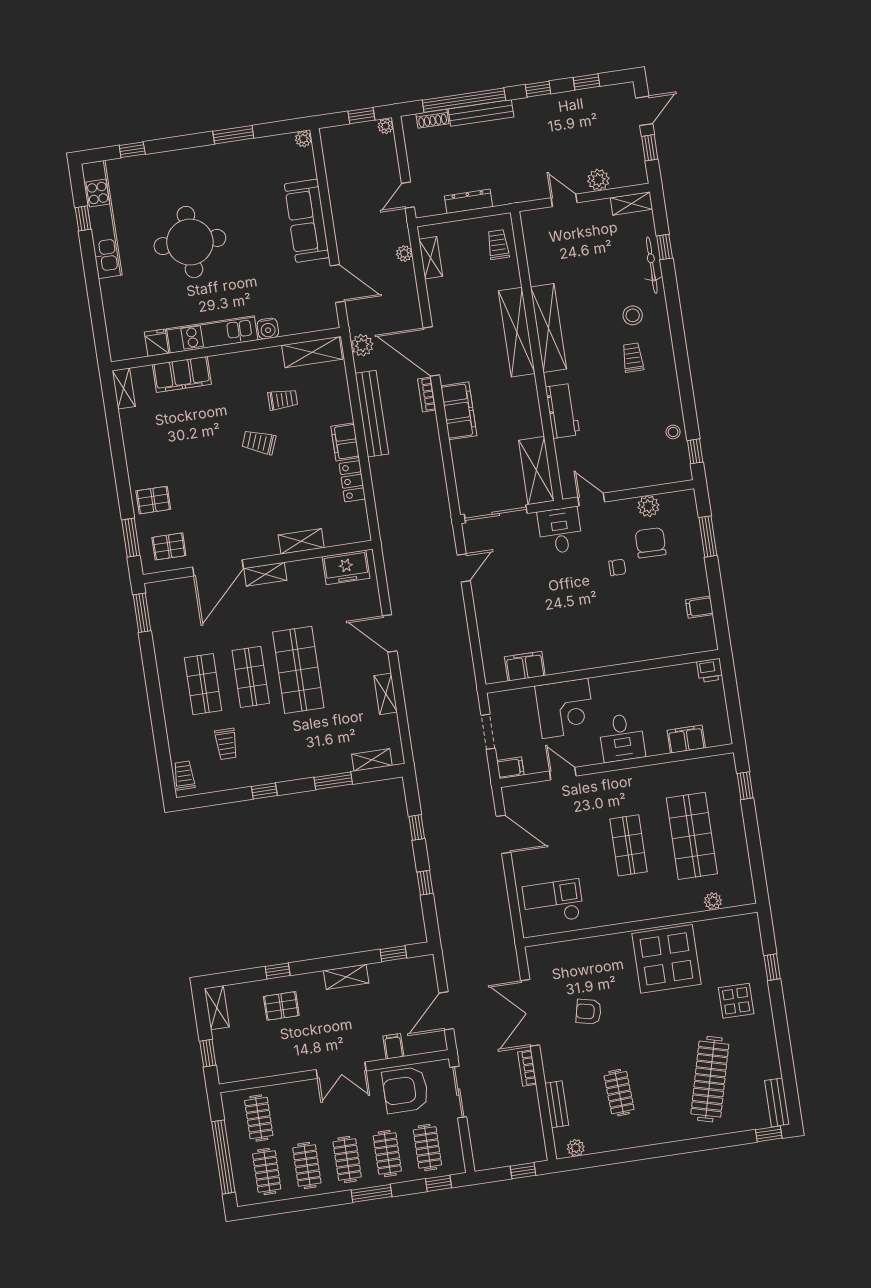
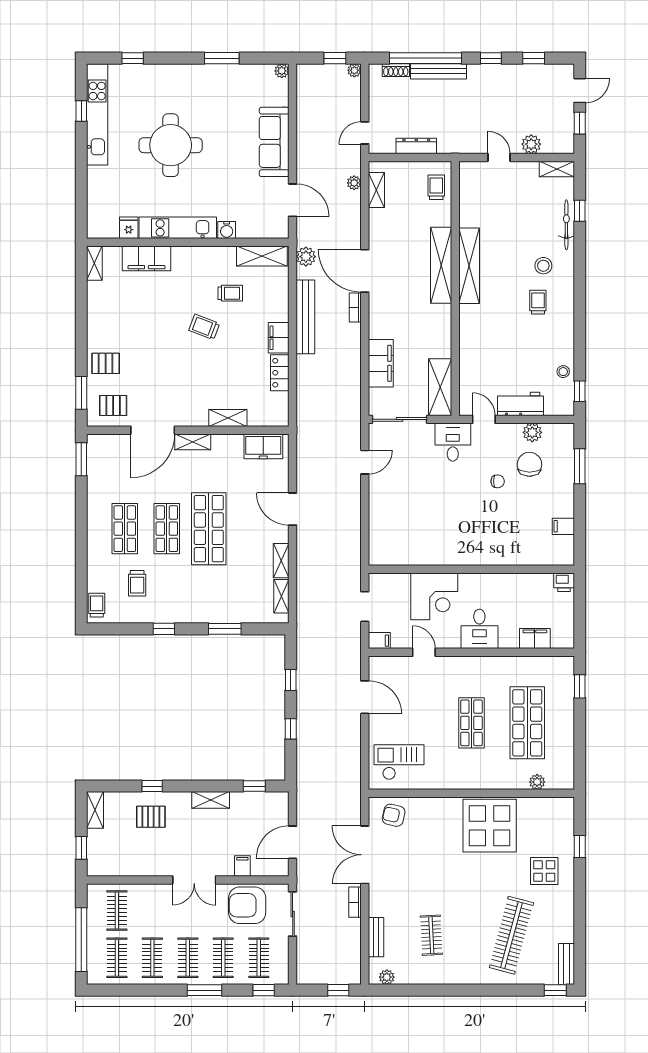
filing cabinet: (459, 411) -> (381, 363), moved
workbench: (563, 411) -> (520, 404), moved, turned -90
filing cabinet: (525, 666) -> (405, 555), removed
shelving: (372, 760) -> (281, 596), moved, turned 90
armchair: (589, 1012) -> (394, 815), moved

